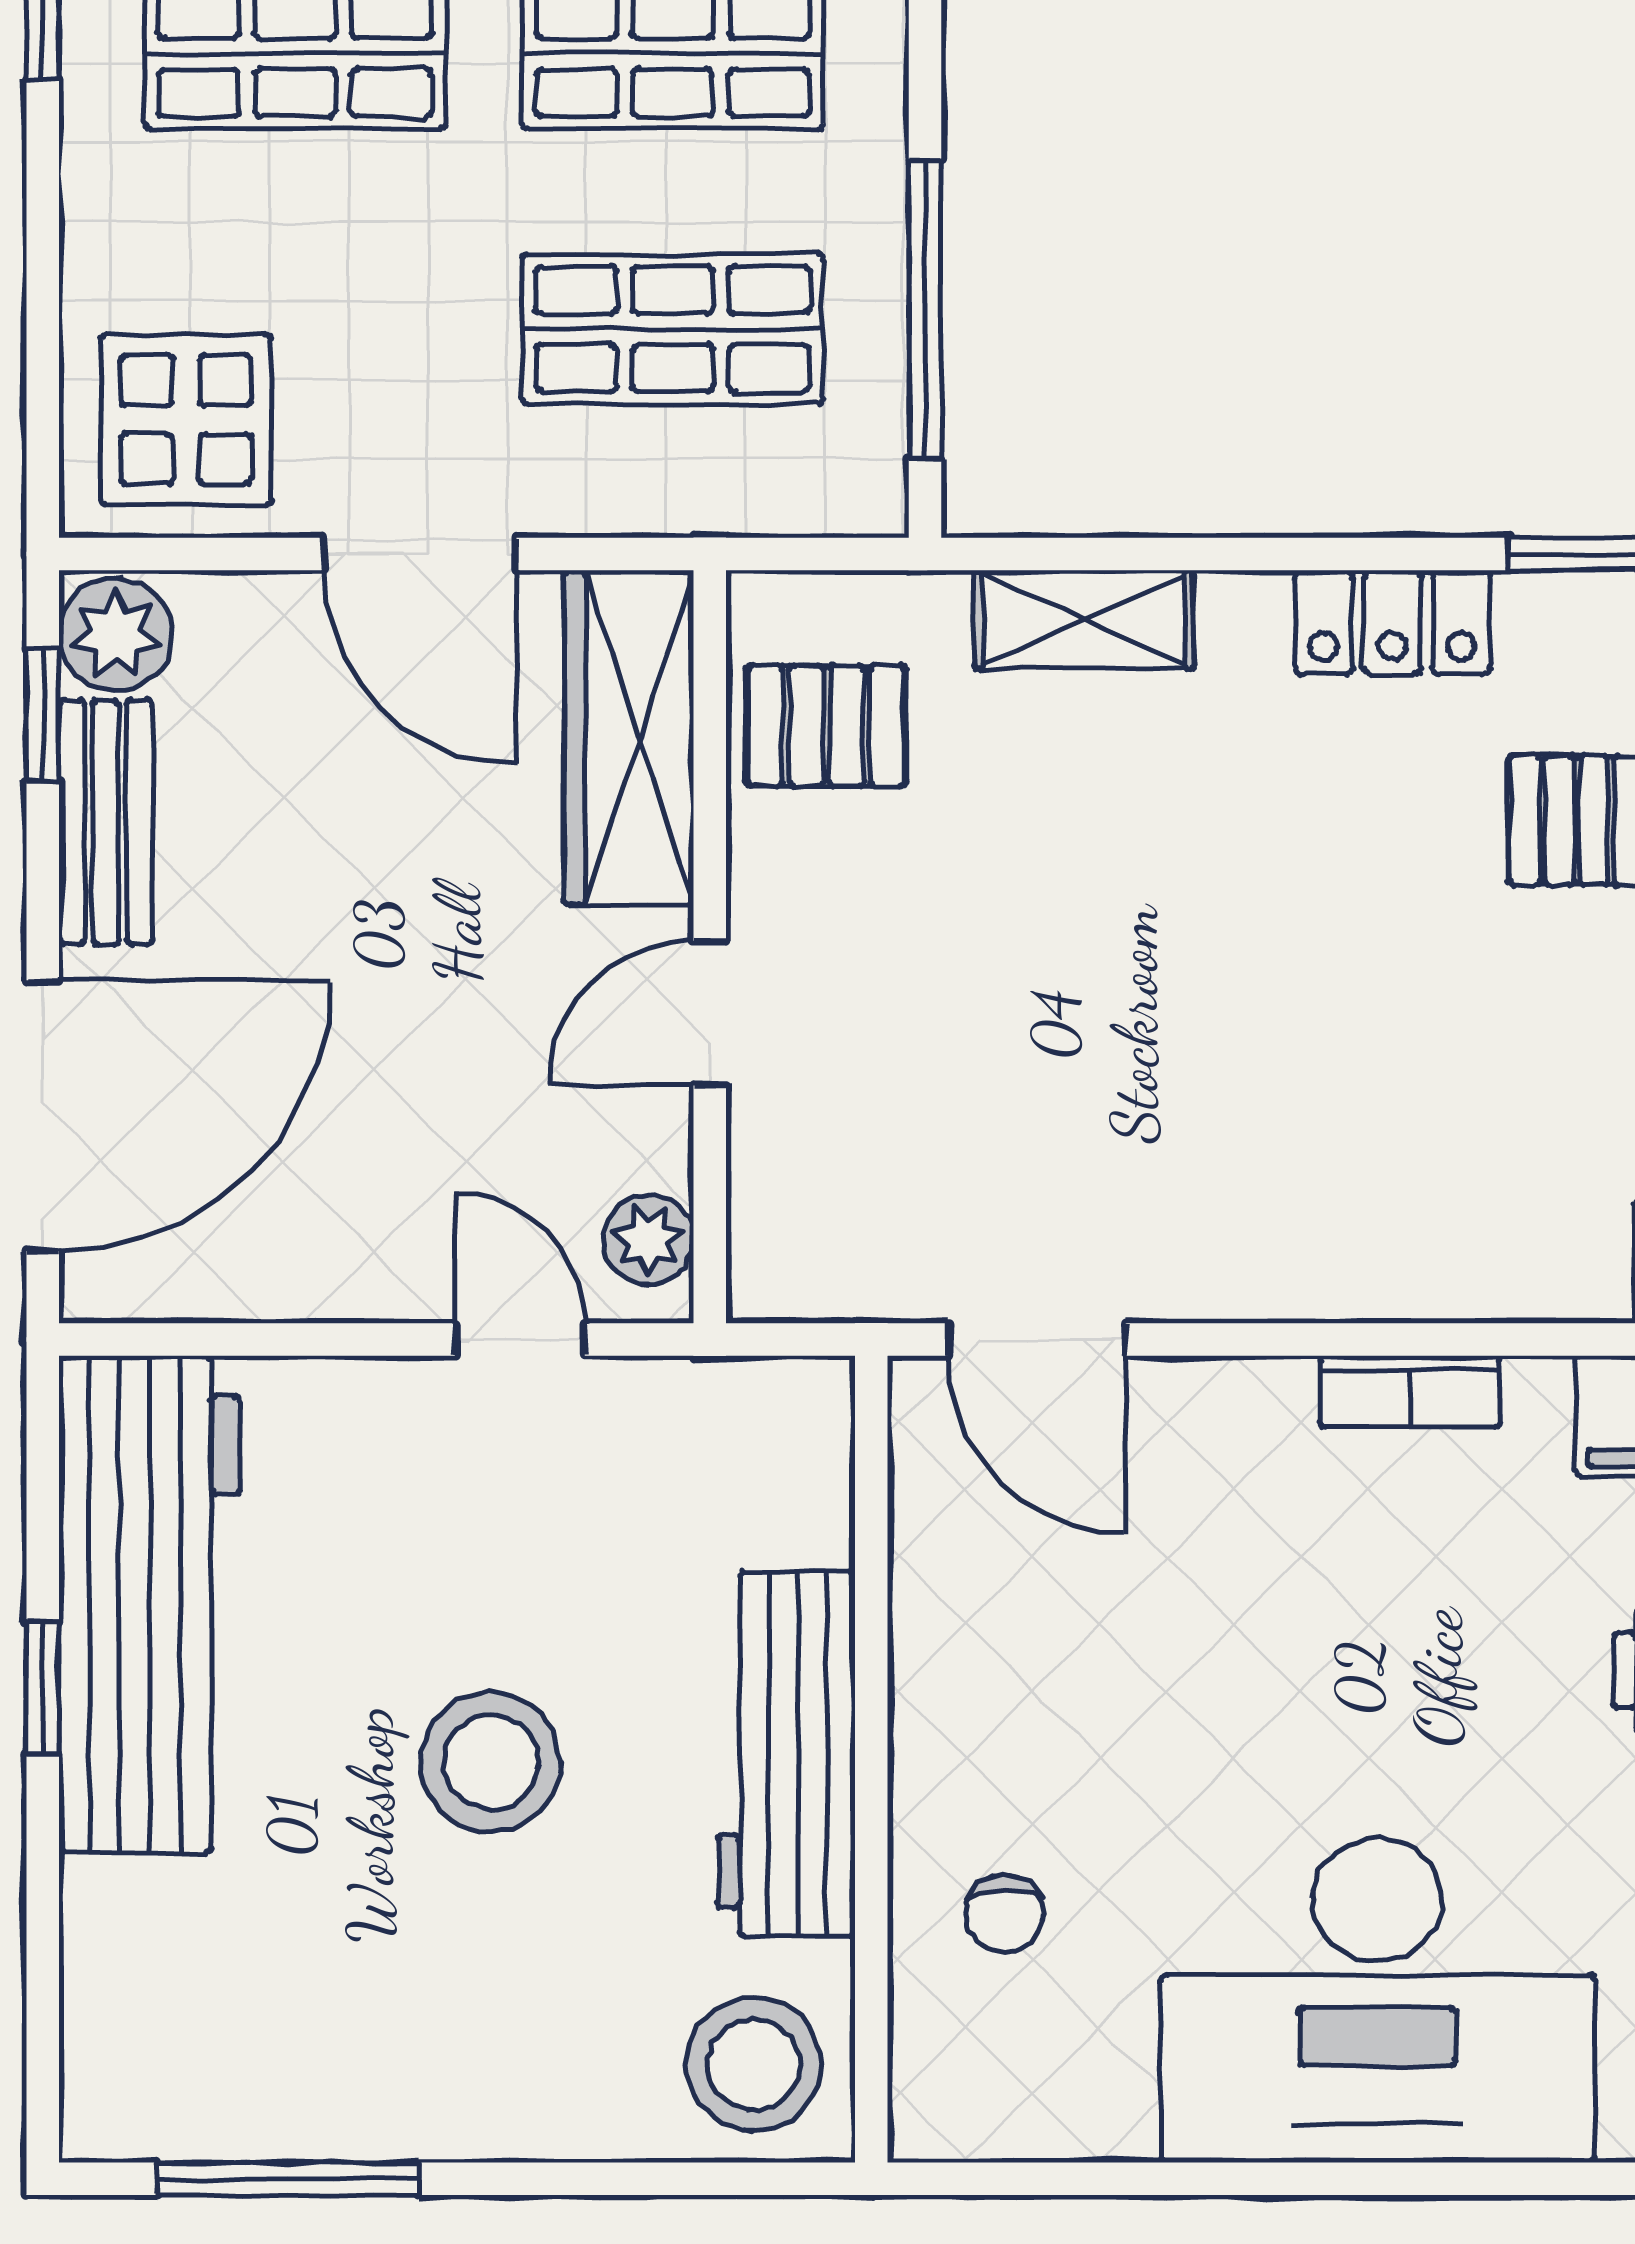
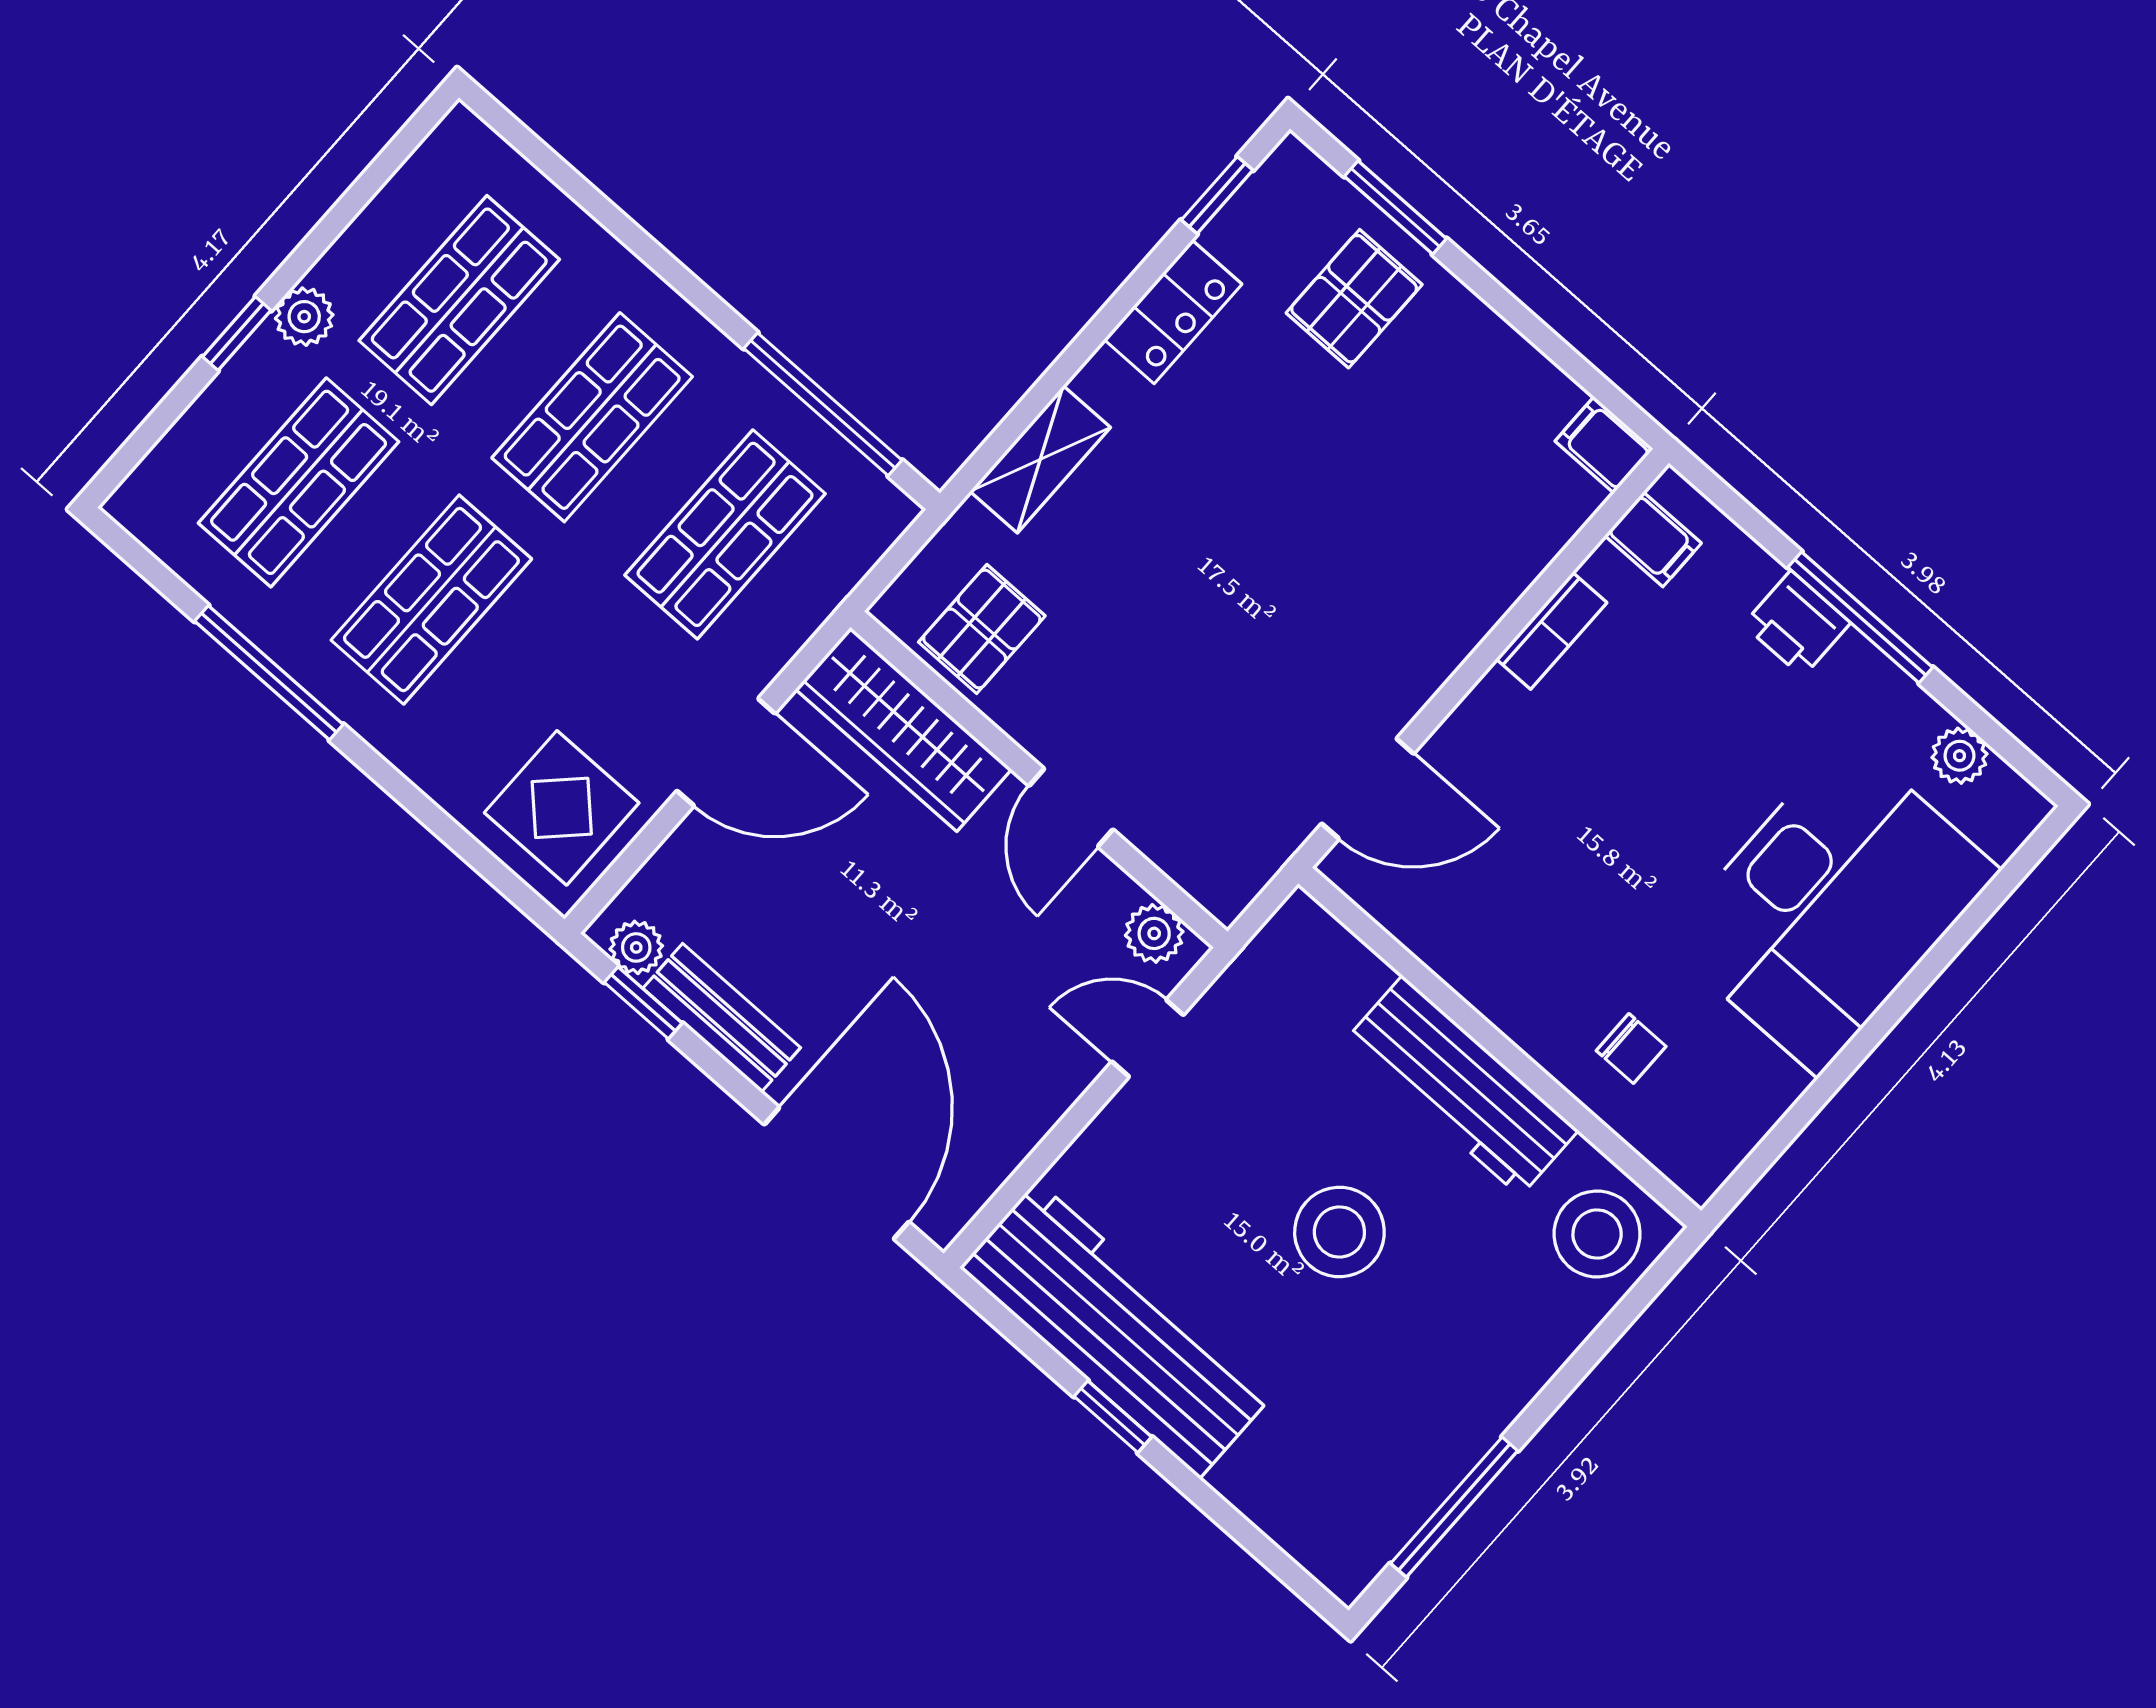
plant: (115, 635) -> (636, 947), width x0.73, depth x0.73

